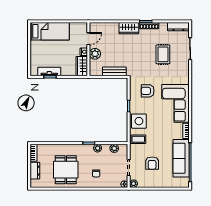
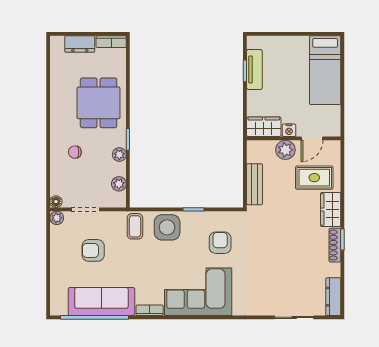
door: (88, 39) -> (312, 138), hinge flipped
rug: (163, 54) -> (314, 178), moved
dining table: (66, 170) -> (99, 103), moved, turned 90

